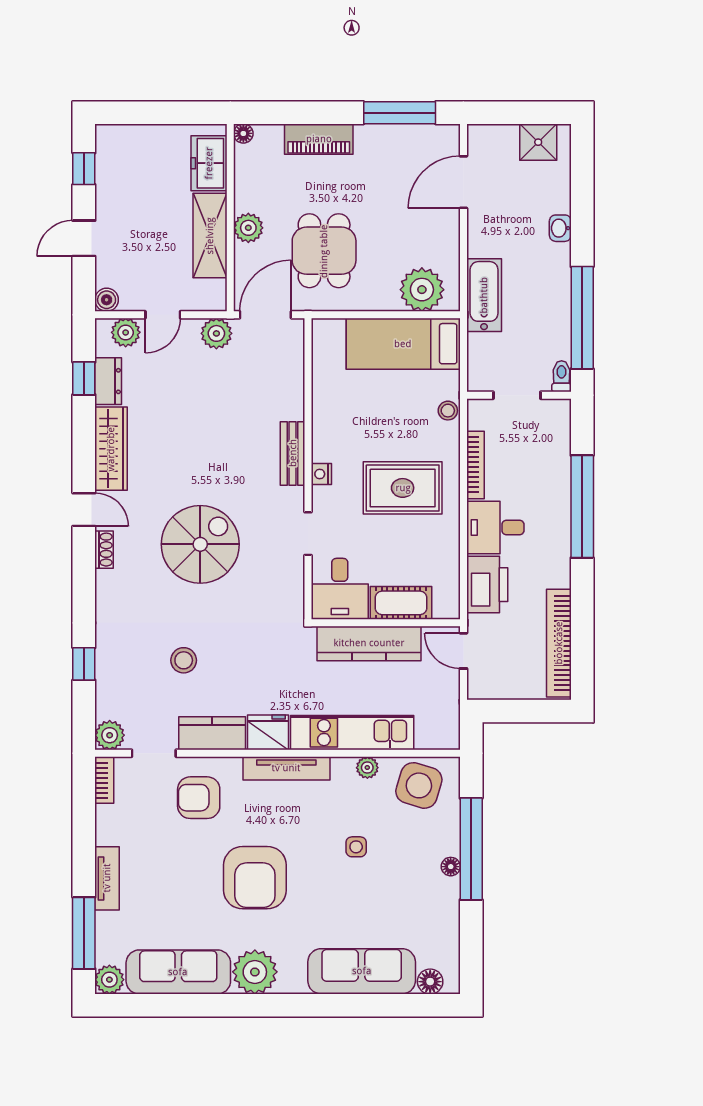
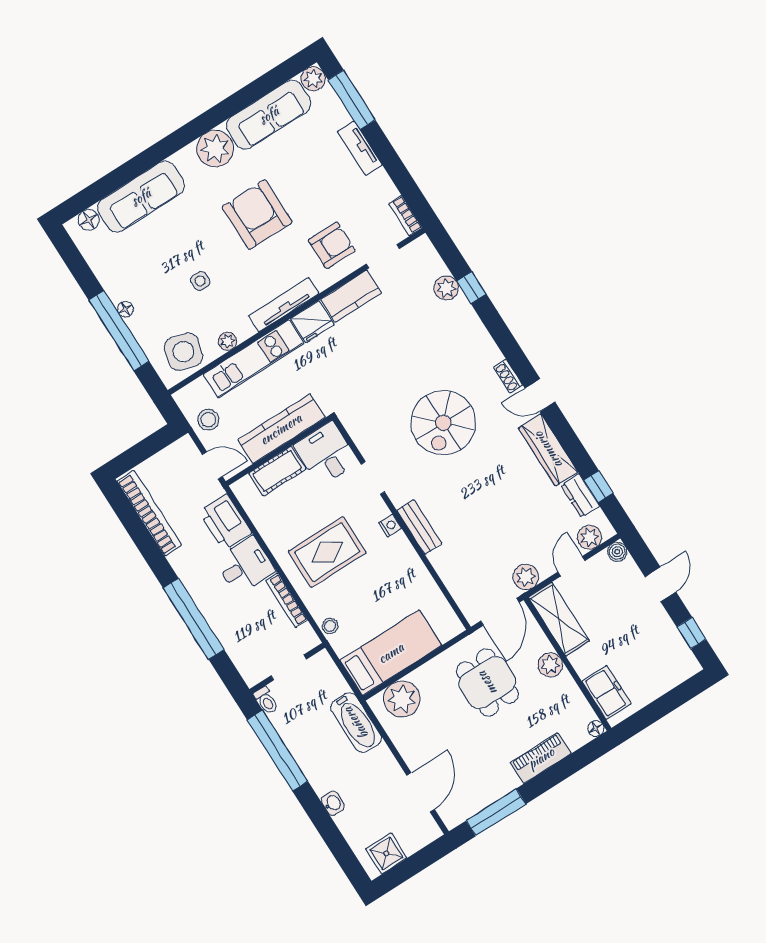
shelving: (210, 236) -> (559, 619), moved
stool: (184, 660) -> (208, 420), moved
plant: (110, 735) -> (446, 288), moved

